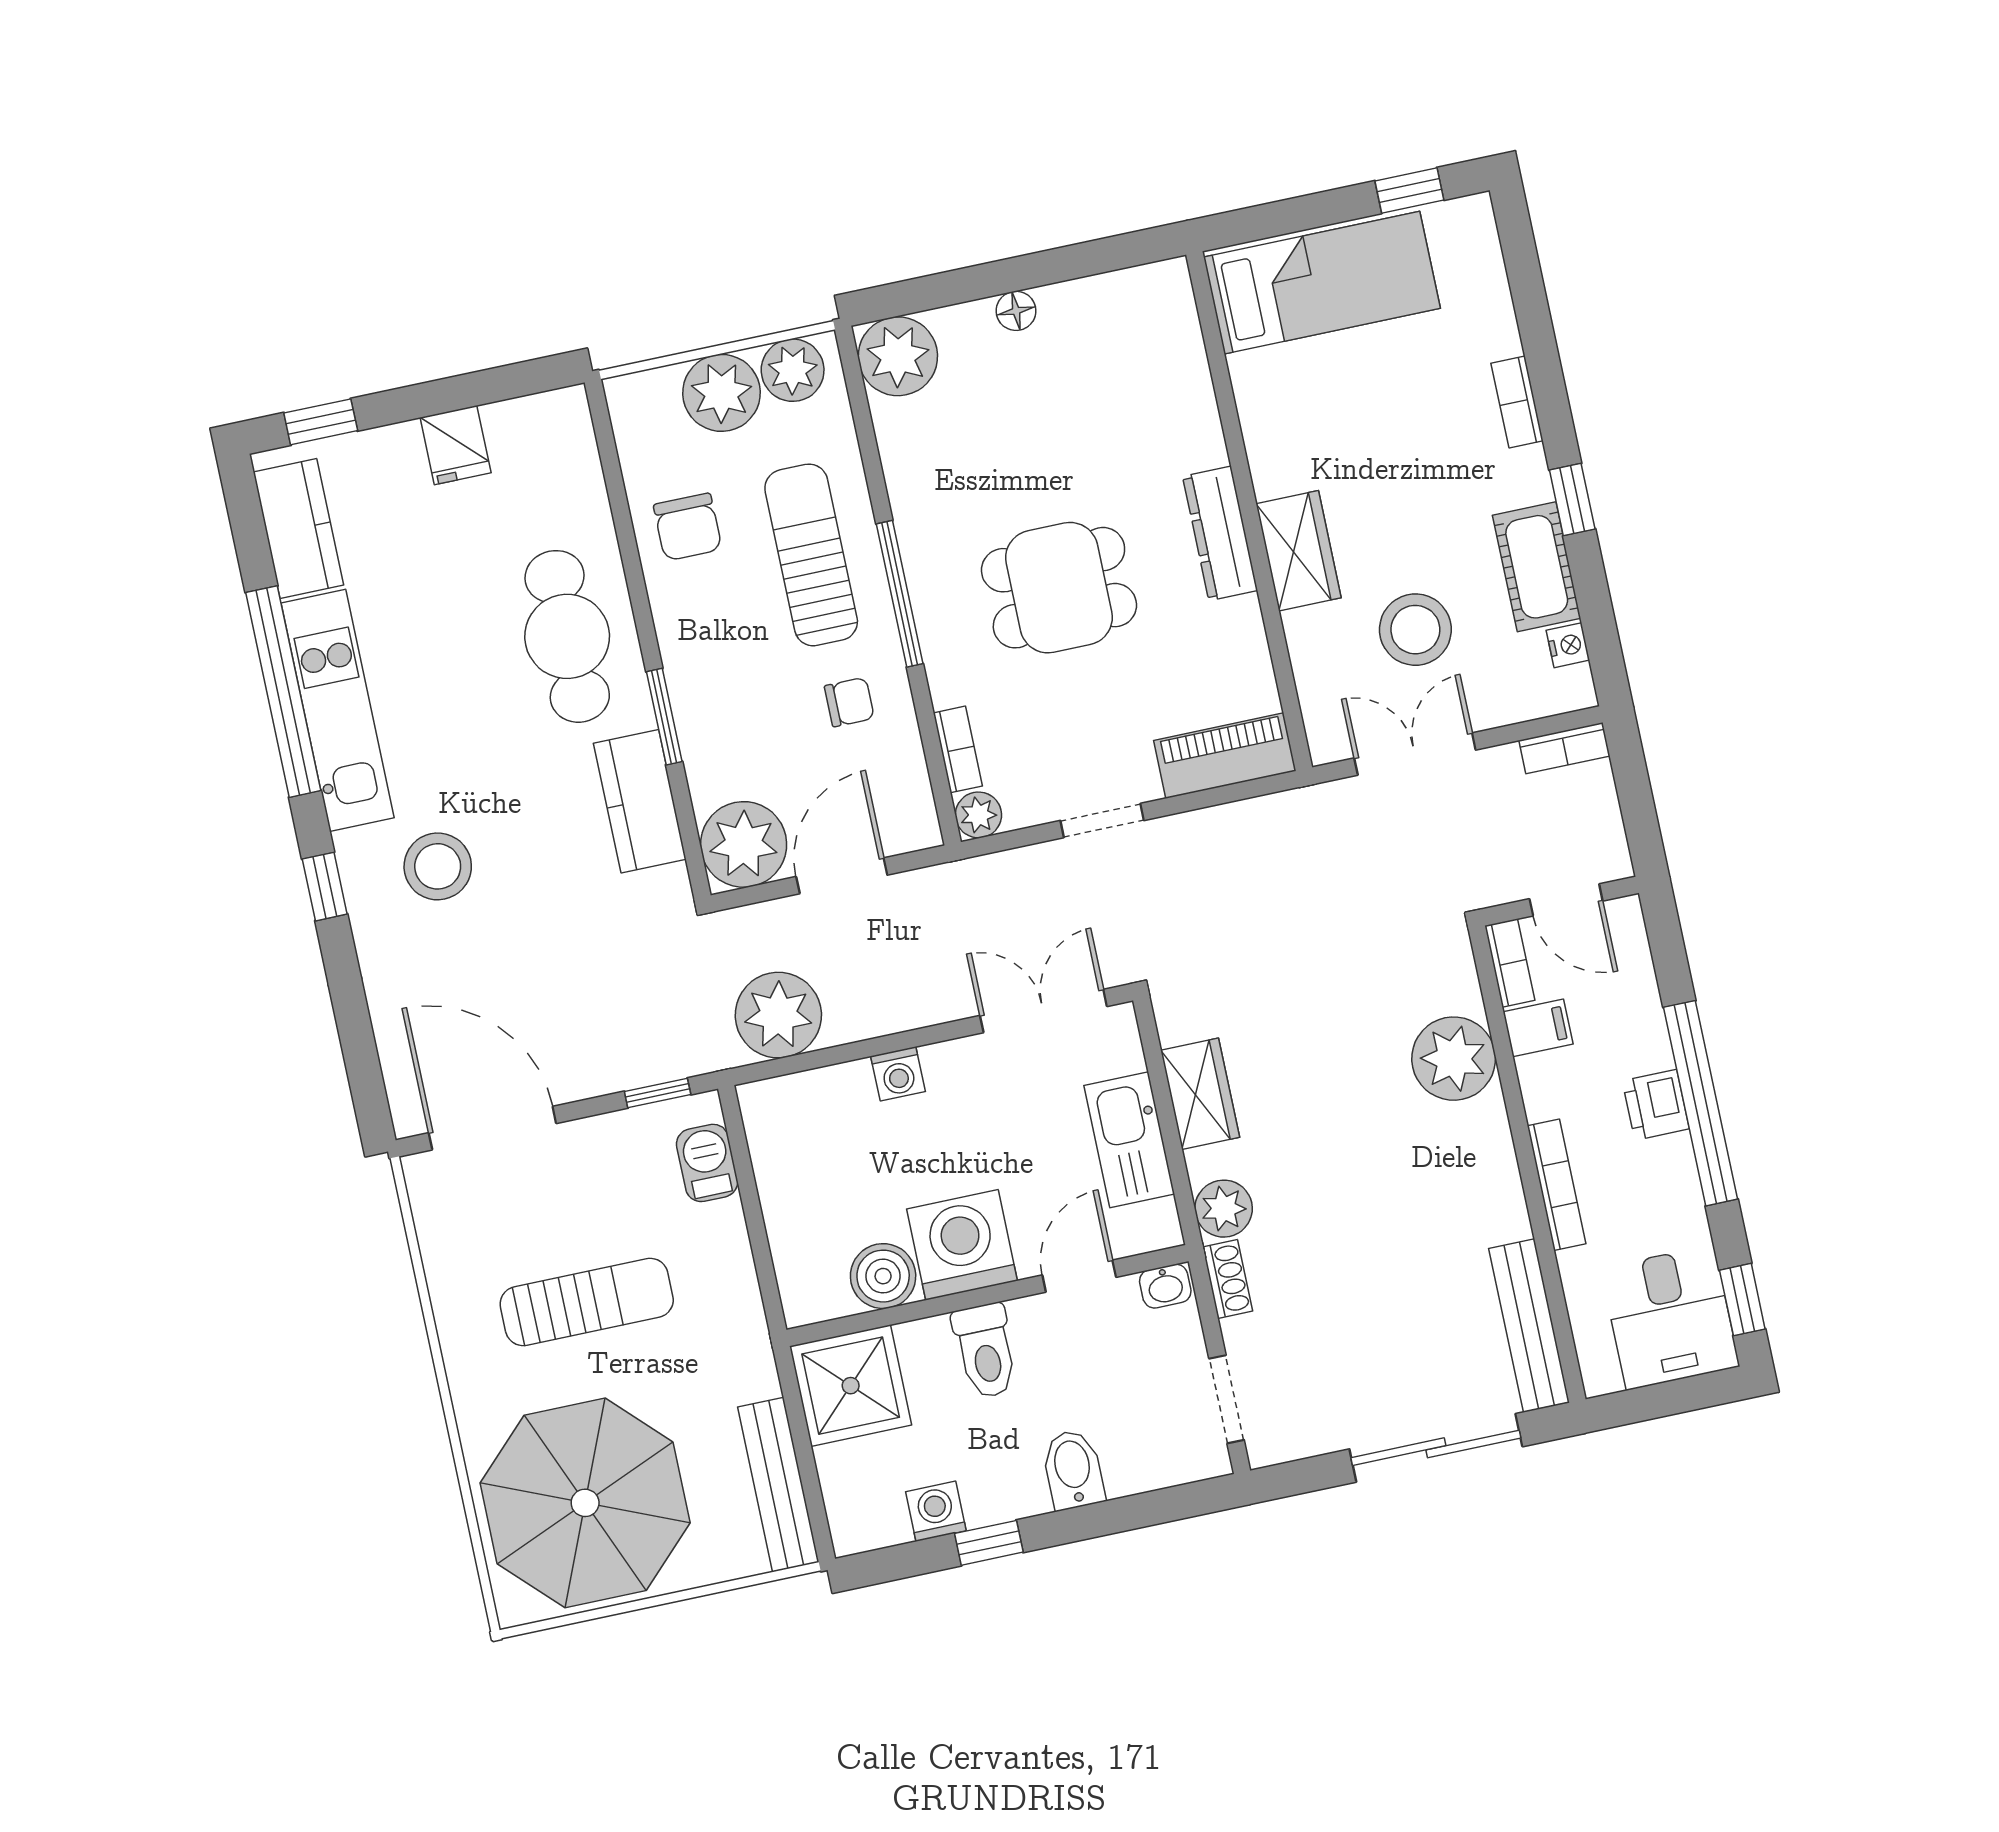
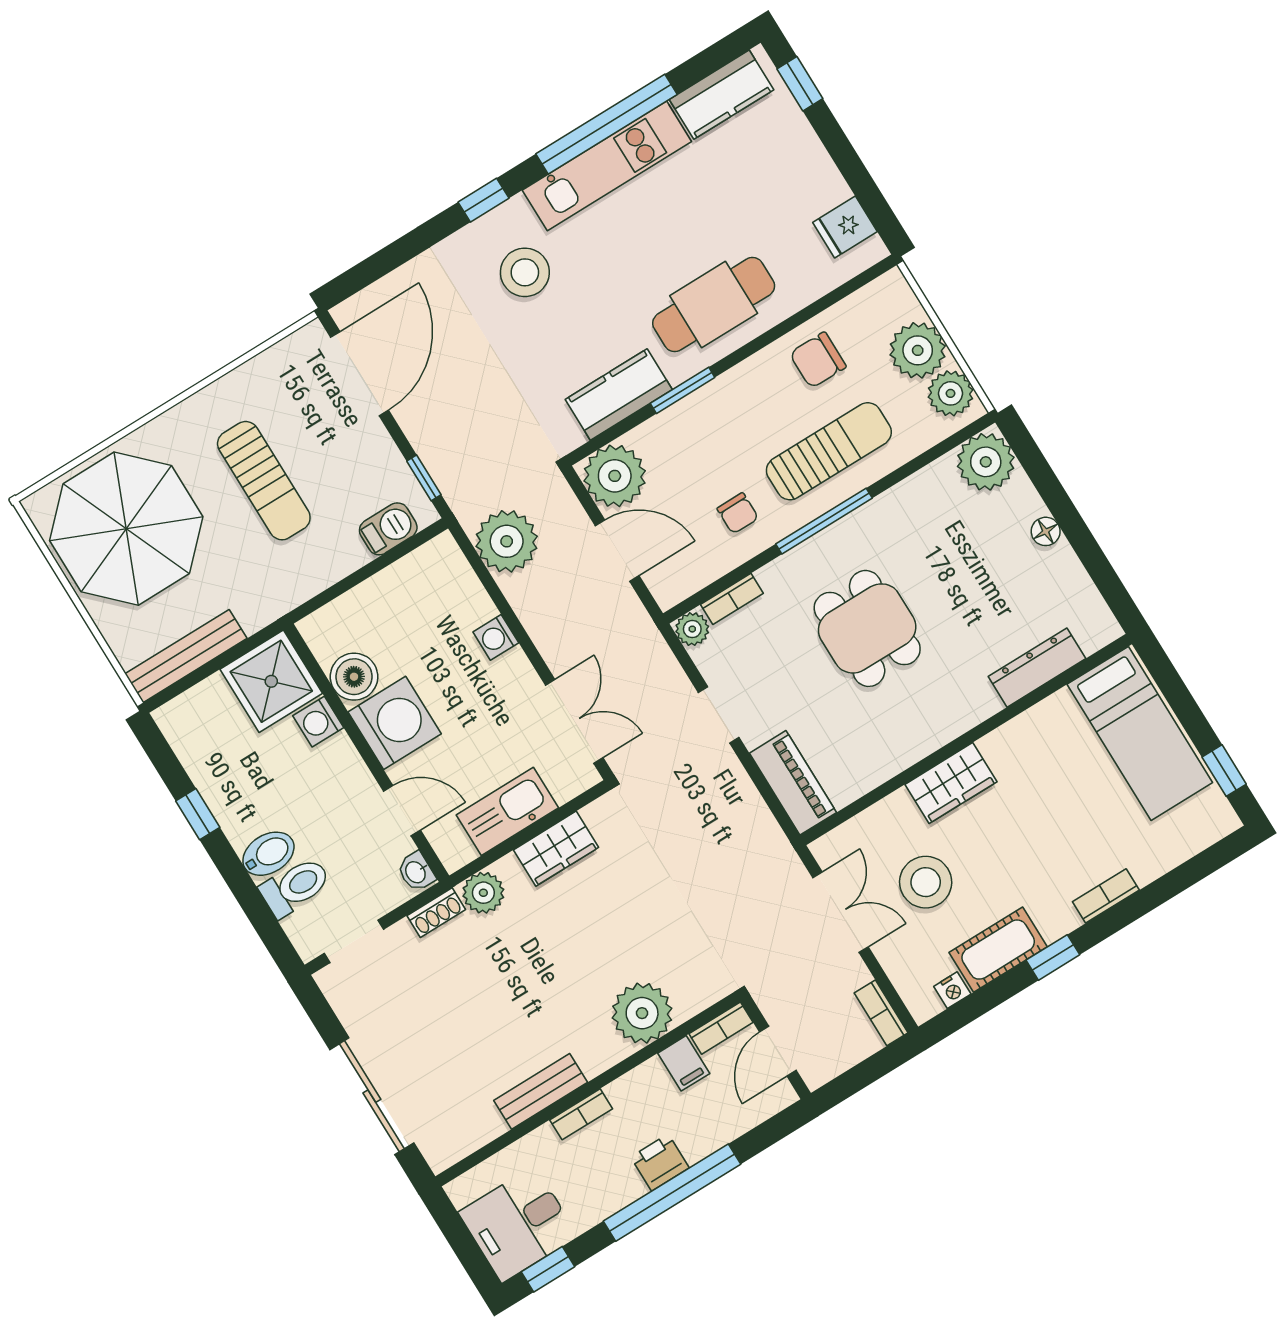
fridge: (456, 445) -> (845, 227), moved
dresser: (1220, 533) -> (1037, 668), moved
bookcase: (1557, 1185) -> (581, 1114), width x0.64
bench: (1529, 1326) -> (541, 1091), moved, width x0.73
toilet: (985, 1351) -> (295, 887), moved, turned 180
washing machine: (936, 1511) -> (318, 722), moved, turned 180

